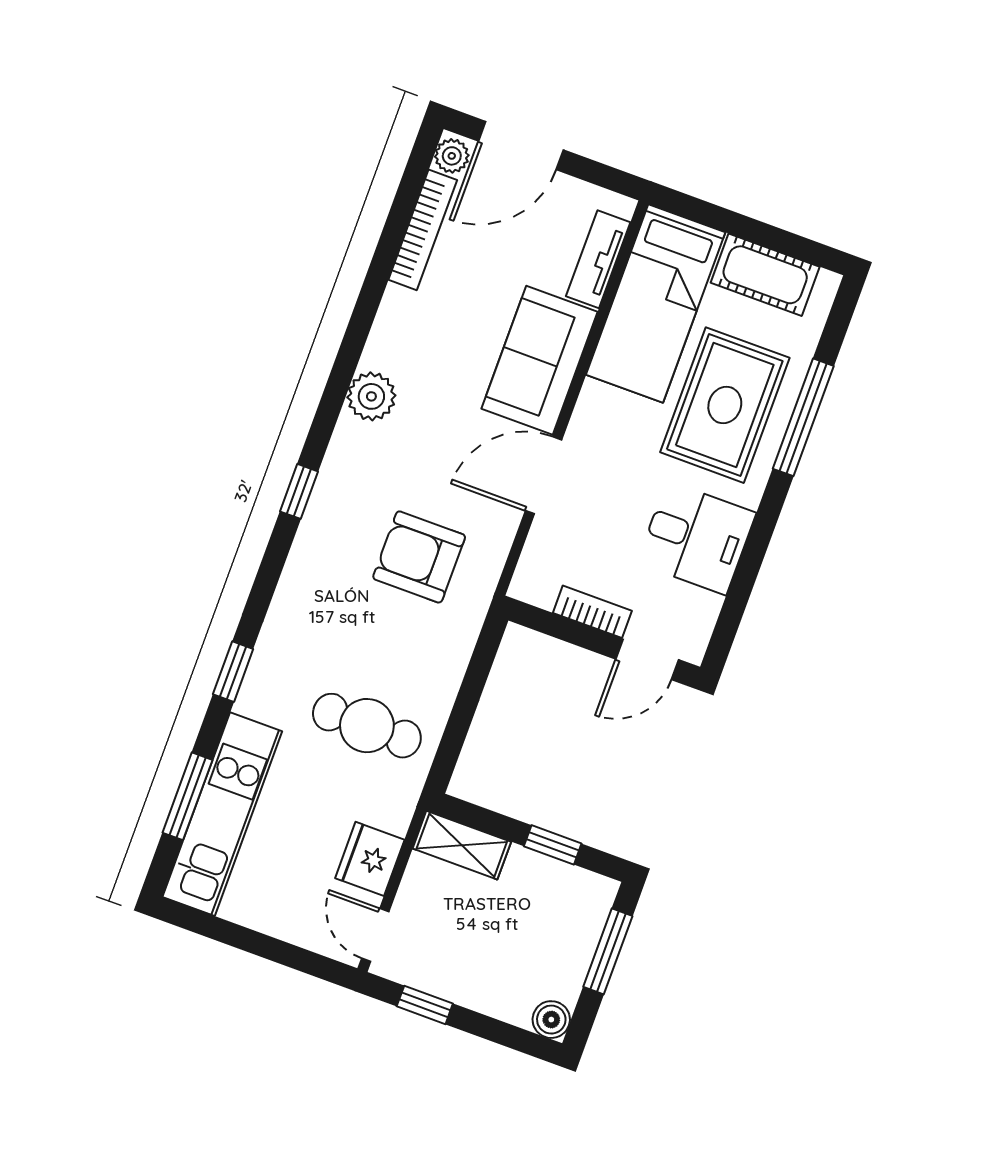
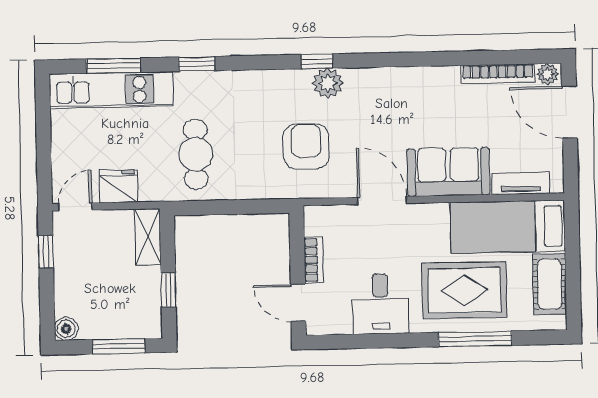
plant: (371, 396) -> (328, 83), moved

